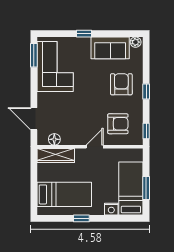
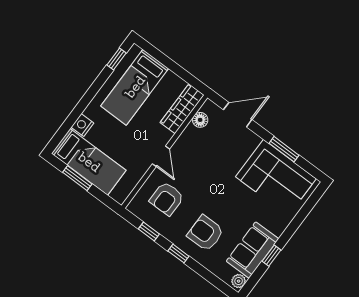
window: (84, 34) -> (271, 256), moved
window: (34, 55) -> (284, 149), moved
armchair: (121, 84) -> (205, 233), turned 180
window: (146, 131) -> (149, 231), moved
window: (81, 218) -> (117, 59), moved

